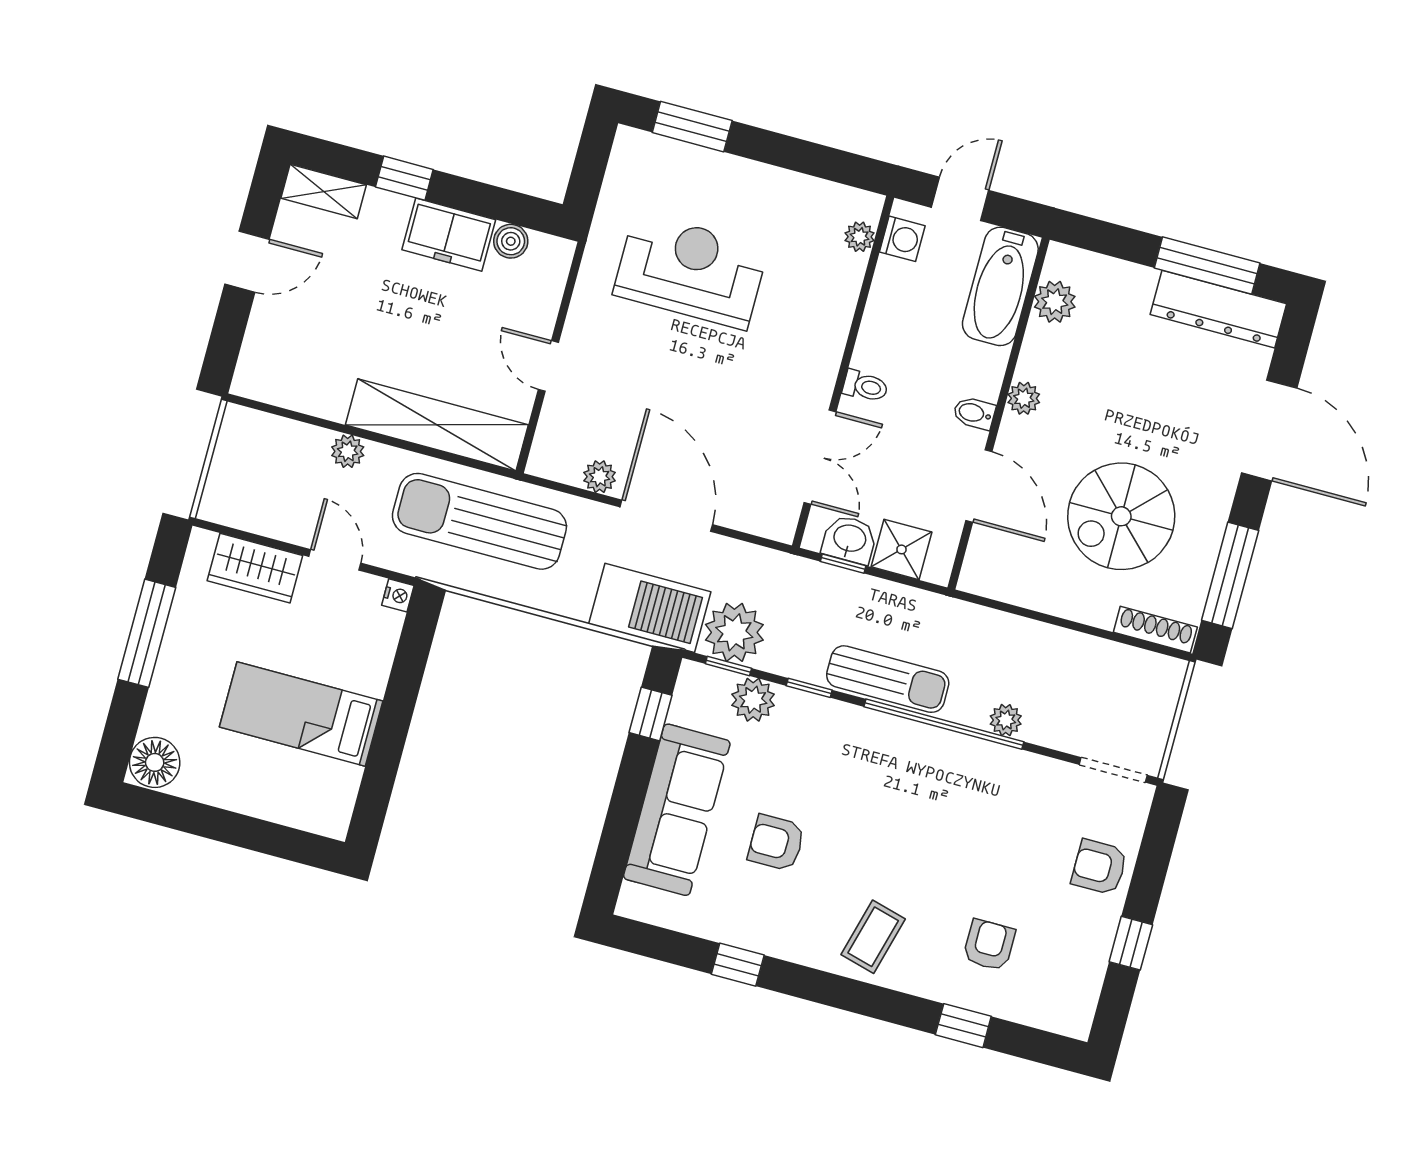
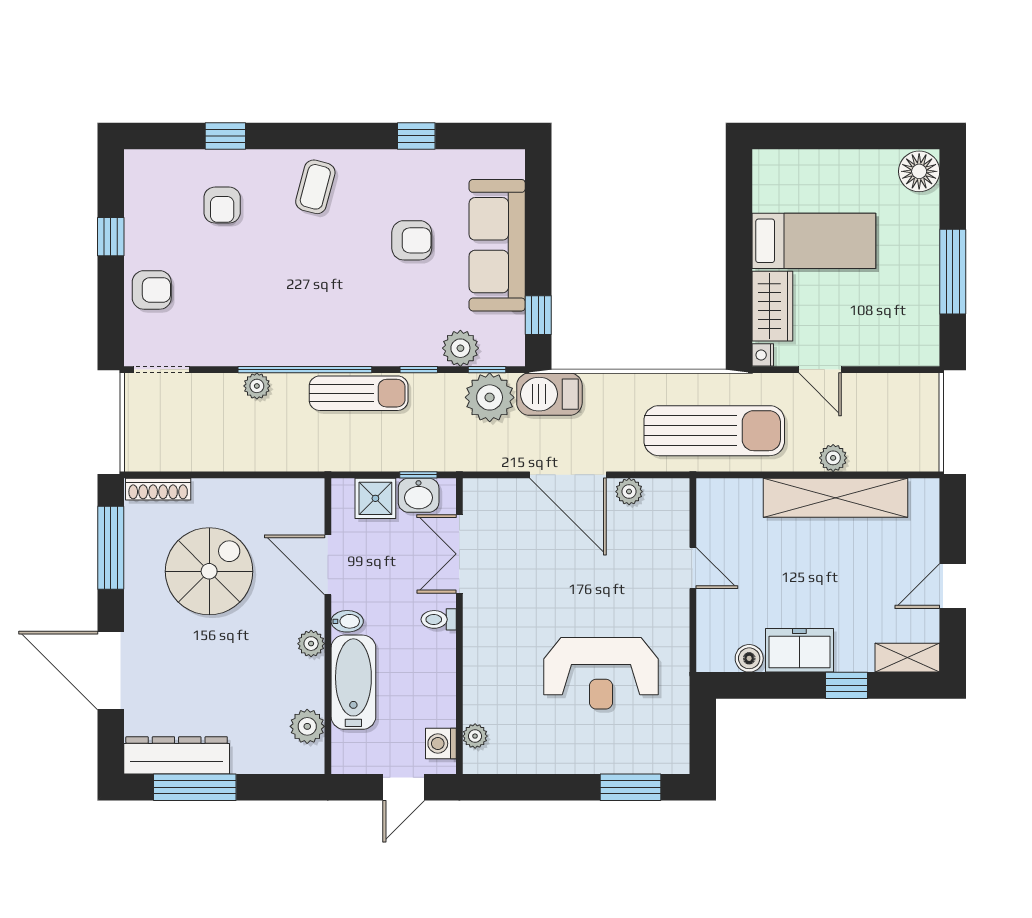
bathtub: (1000, 286) -> (353, 682), moved
shelving: (437, 425) -> (836, 498), moved
wardrobe: (255, 568) -> (772, 306), moved, turned 90
barbecue: (650, 608) -> (549, 394), width x0.73, depth x0.83
sun lounger: (888, 679) -> (359, 393), turned 180

